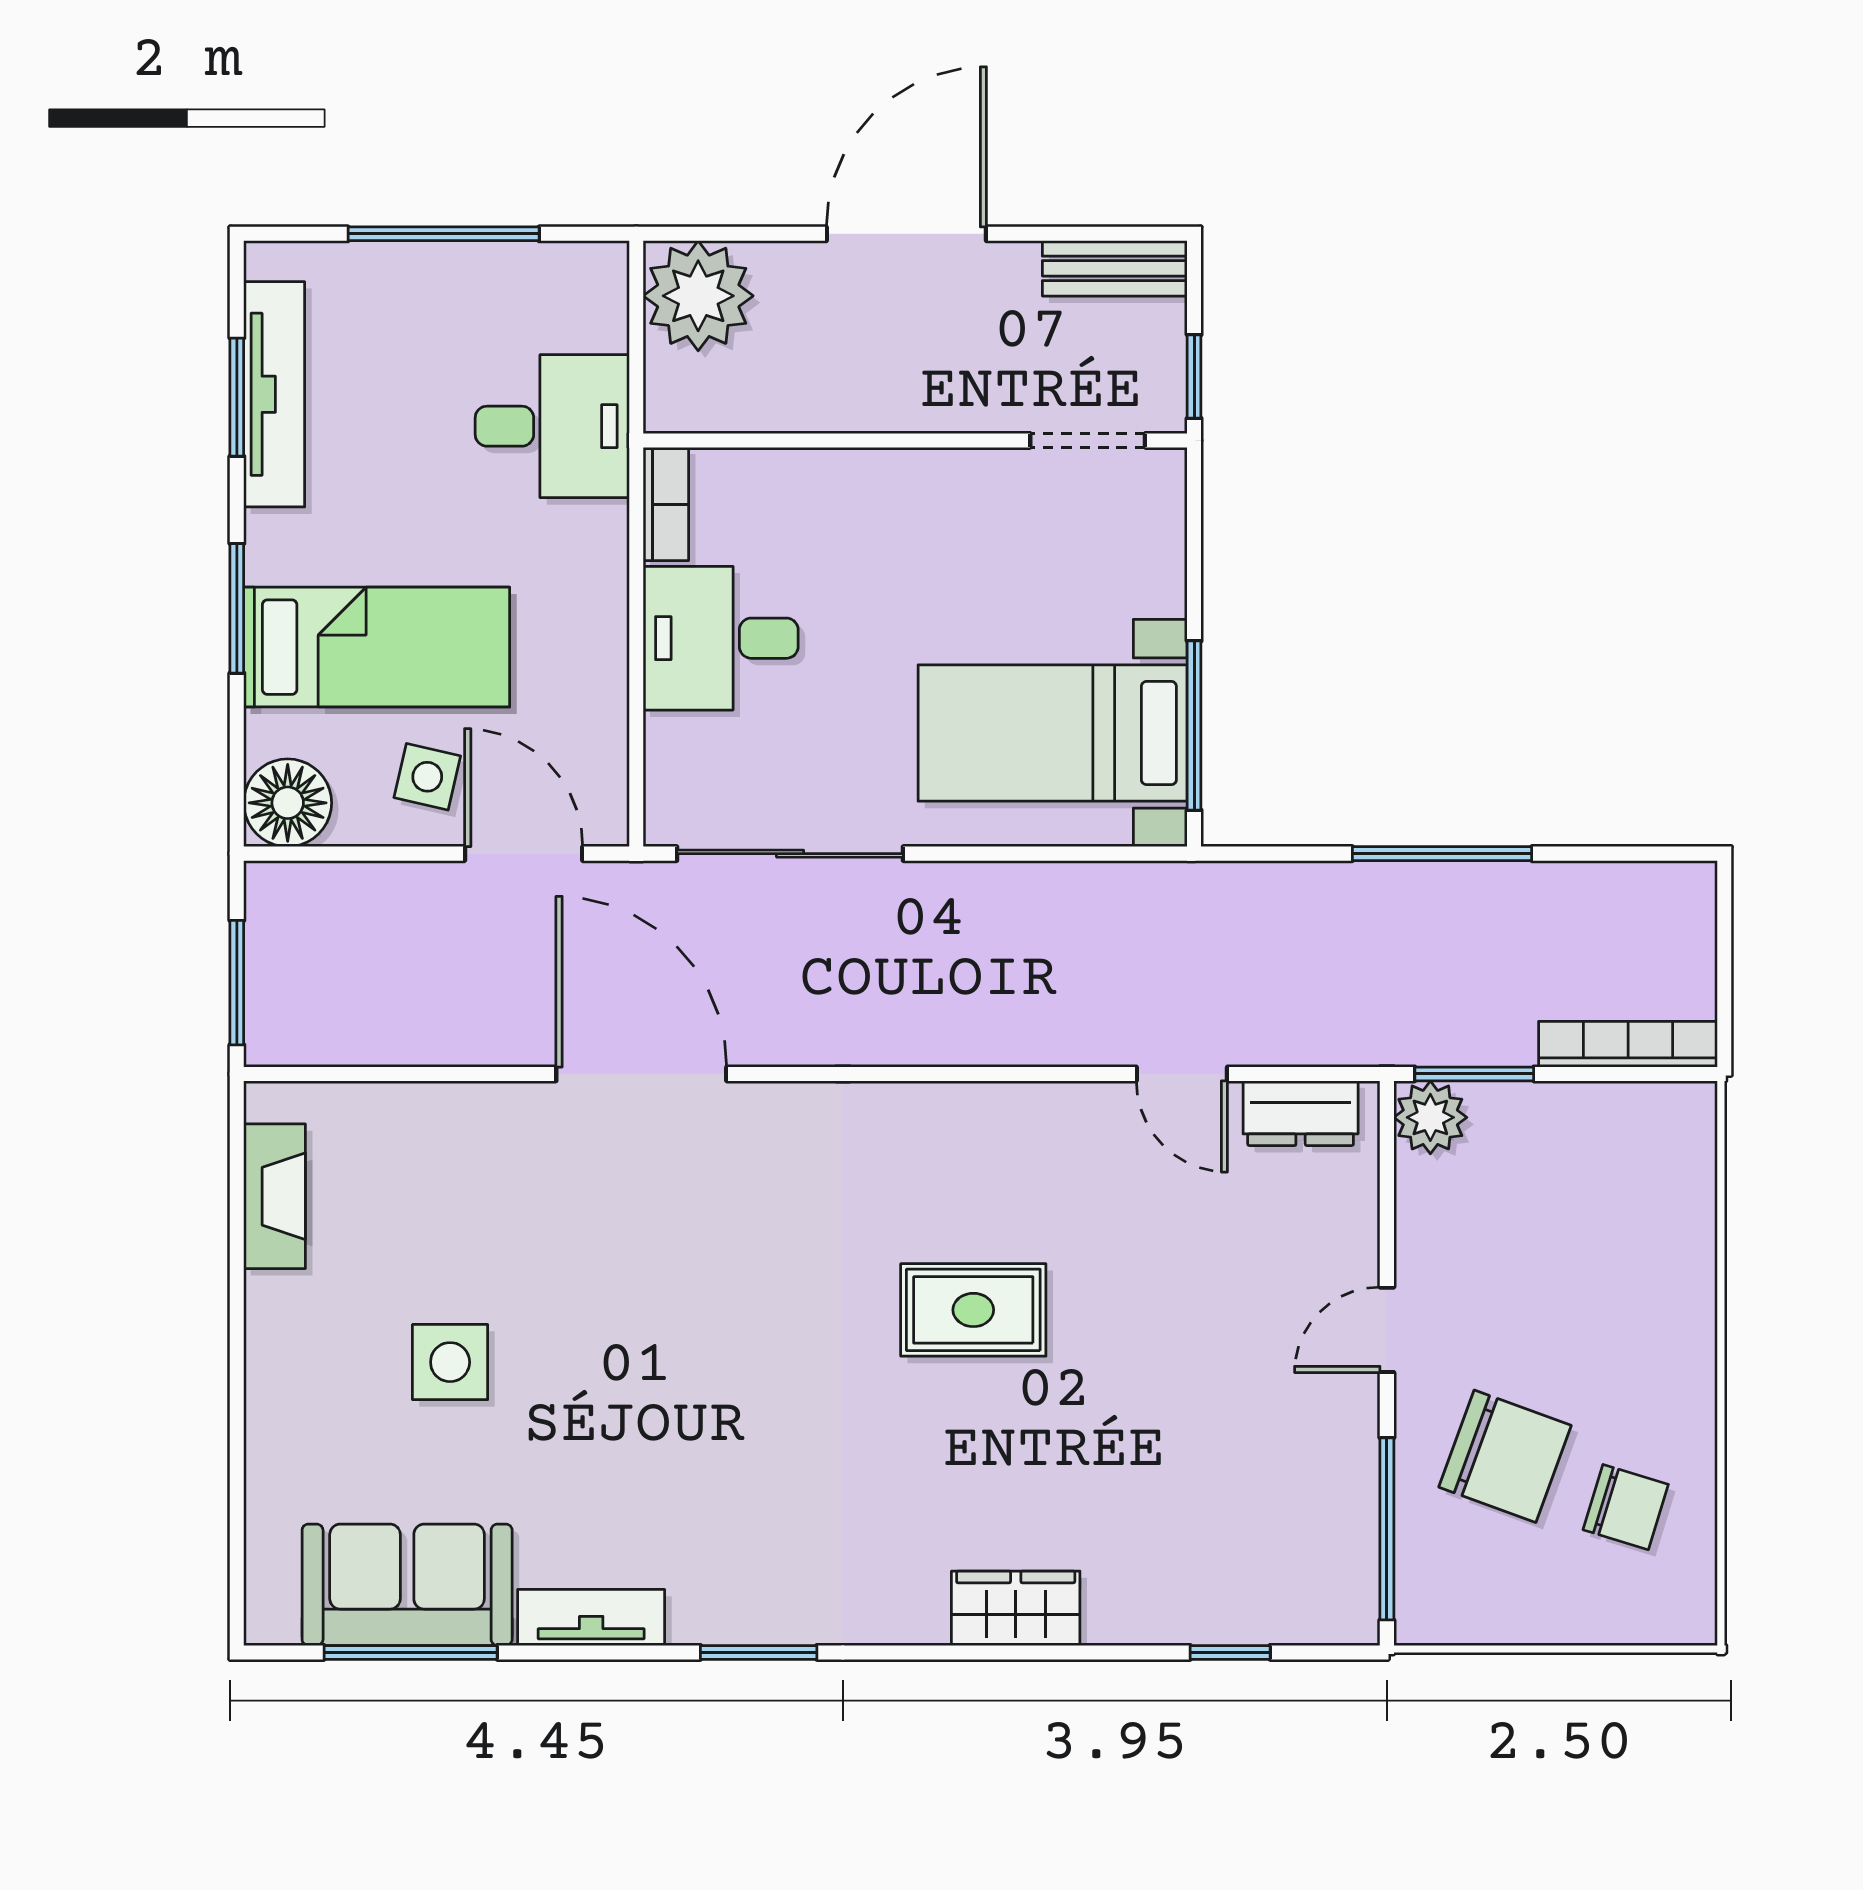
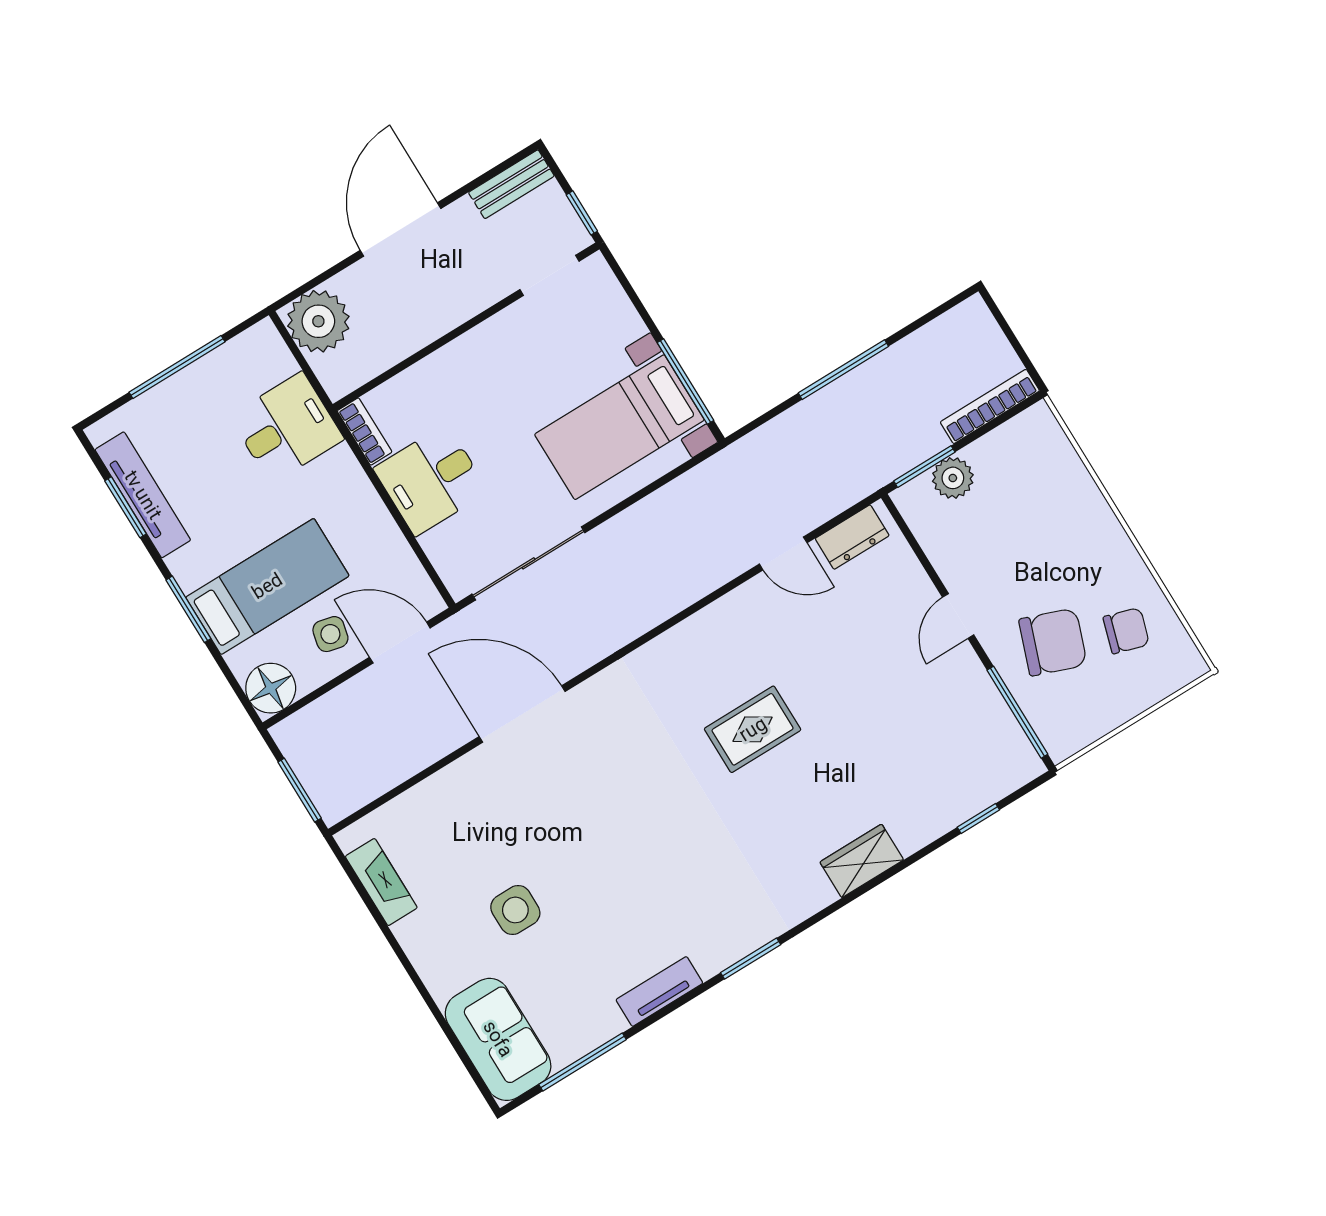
plant: (1430, 1117) -> (953, 478), moved
sofa: (407, 1585) -> (498, 1039), moved, turned 90

